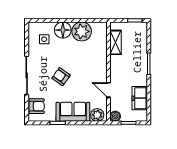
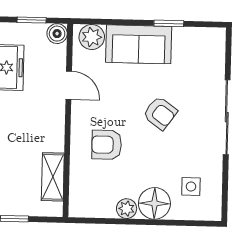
plant: (82, 31) -> (127, 209), width x0.53, depth x0.53
armchair: (37, 106) -> (107, 145), moved

